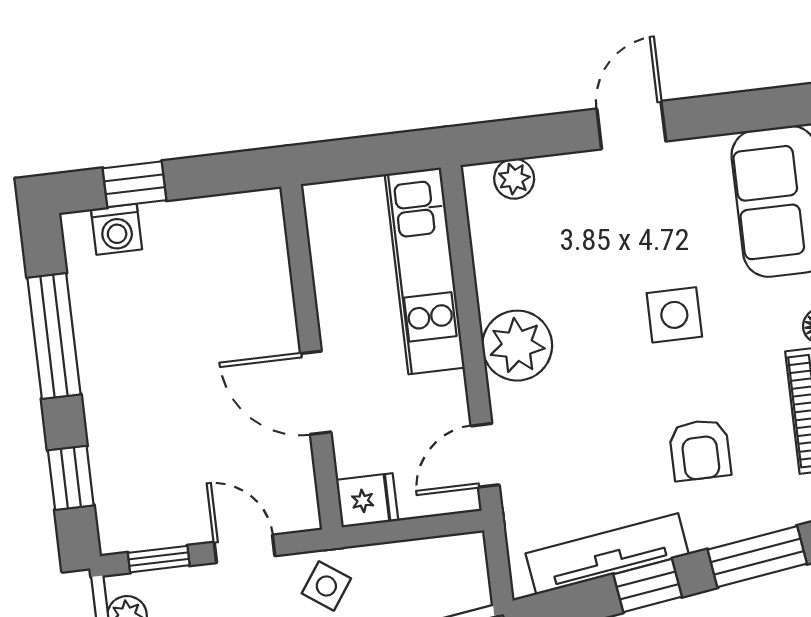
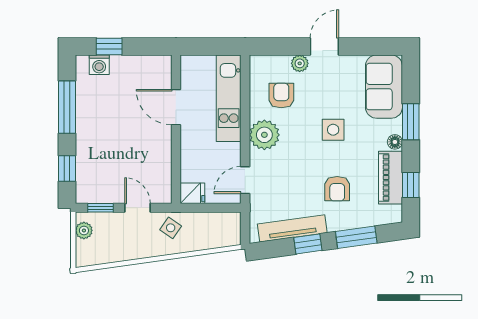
plant: (514, 179) -> (300, 63), moved
armchair: (545, 250) -> (281, 96), added
door: (316, 393) -> (176, 107), moved

